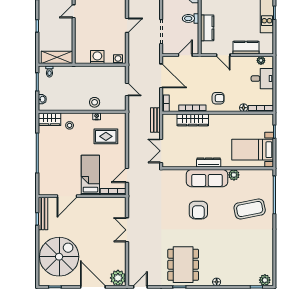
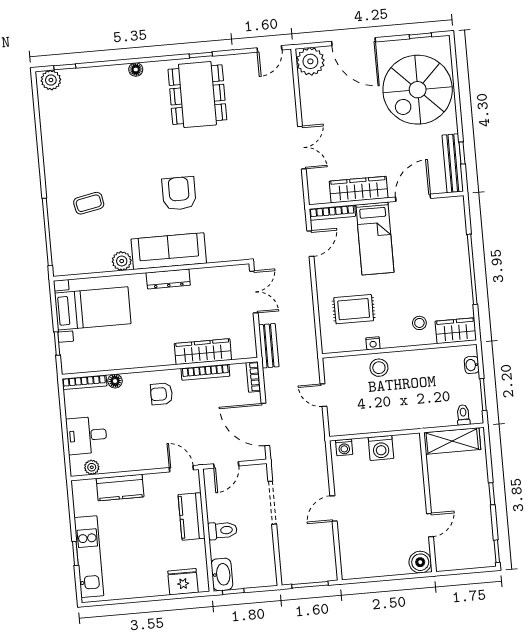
door: (223, 55) -> (181, 469), moved
wardrobe: (97, 203) -> (359, 190), added
coffee table: (250, 209) -> (89, 203), width x0.54, depth x0.58

